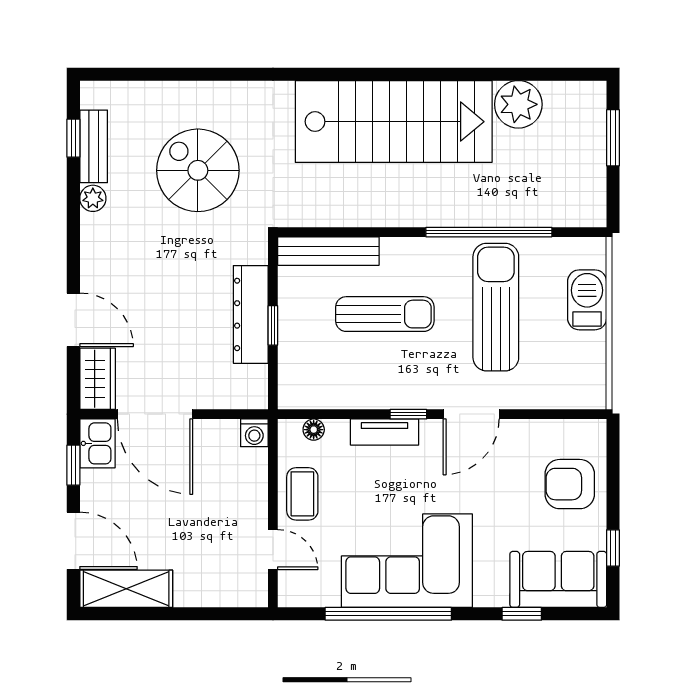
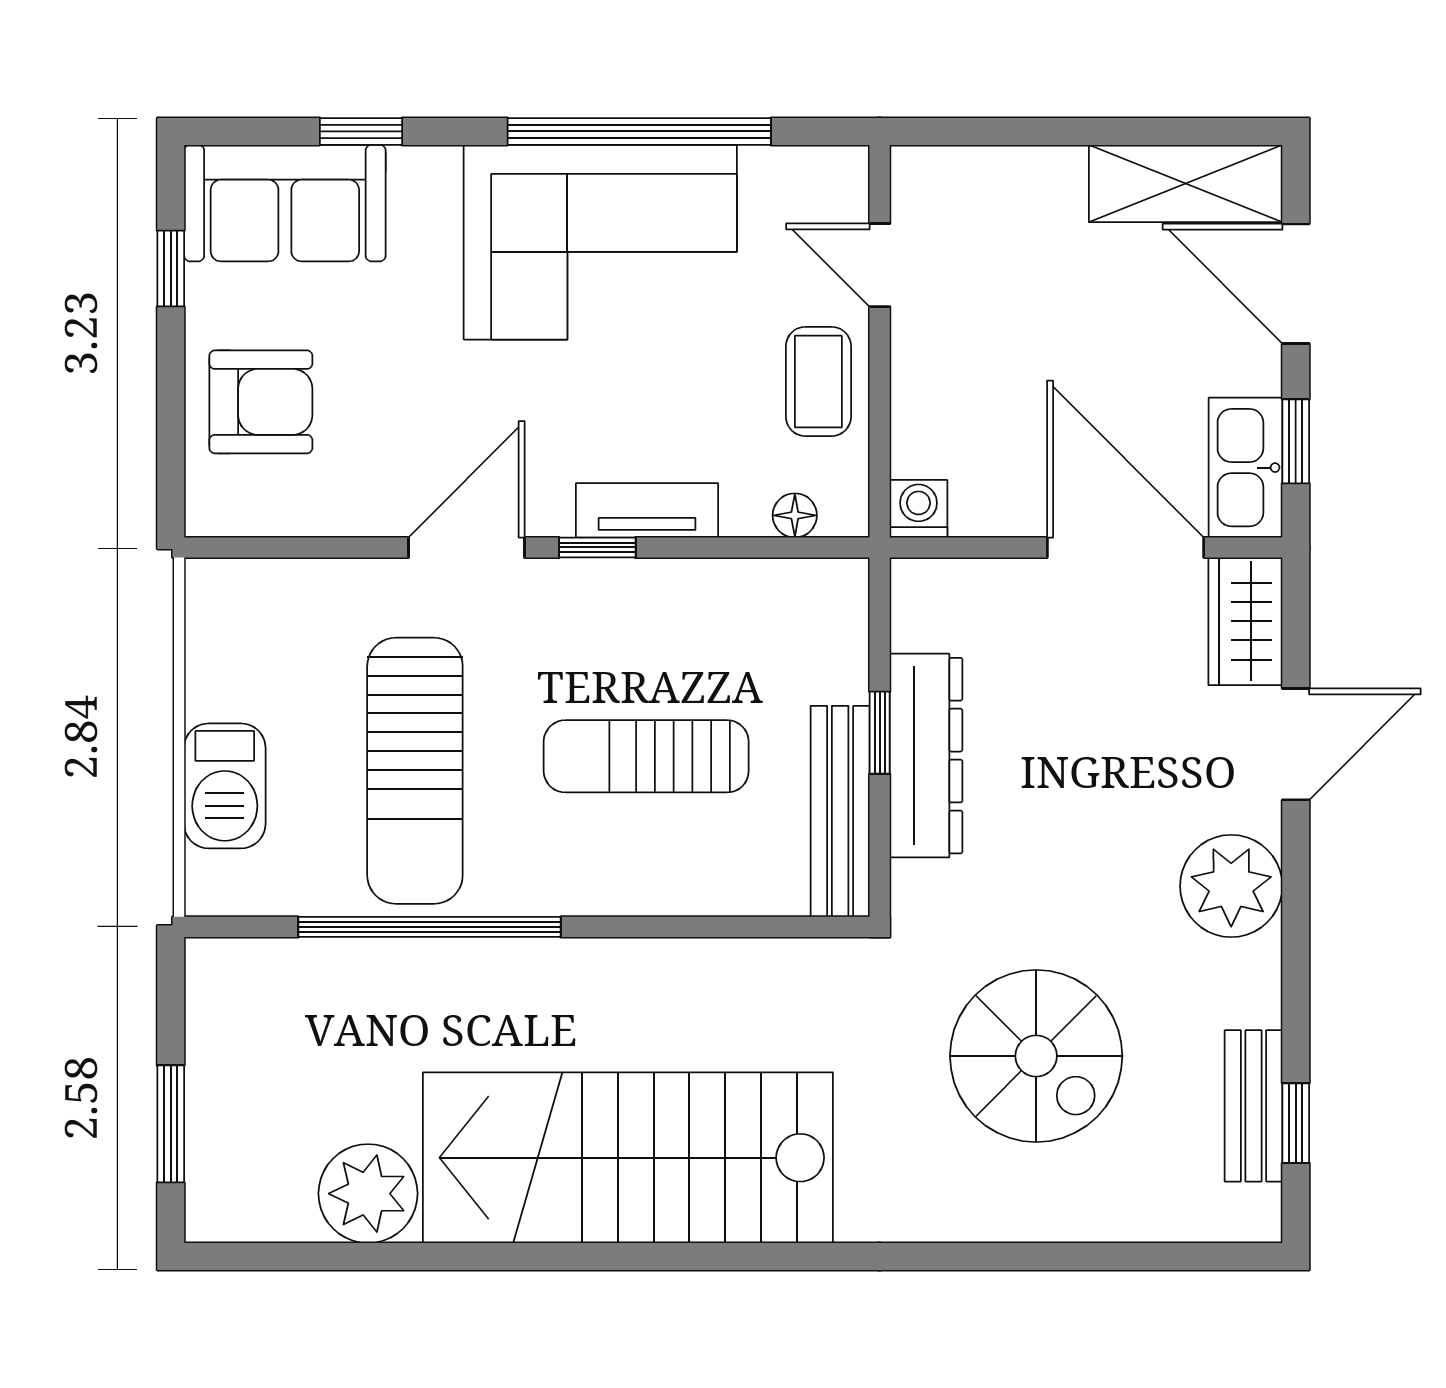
plant: (93, 198) -> (1231, 886), moved, width x1.88, depth x1.88
bench: (328, 251) -> (840, 811), moved, turned 90
door: (73, 320) -> (1296, 744), swing flipped
kitchen sink: (97, 443) -> (1246, 468), width x1.38

